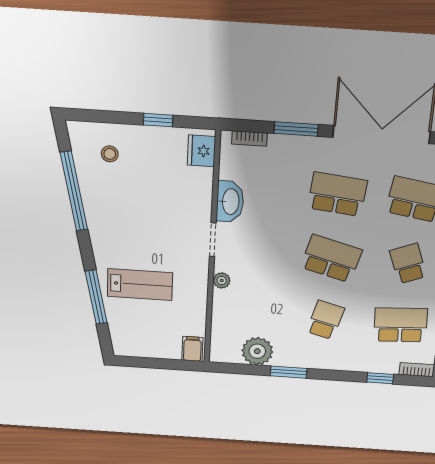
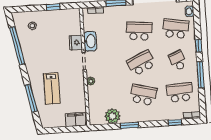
fridge: (201, 151) -> (76, 43), moved
school desk: (331, 259) -> (141, 63), turned -39
lab bench: (140, 284) -> (52, 89), turned 90
school desk: (325, 320) -> (143, 95), width x1.85
filing cabinet: (192, 349) -> (76, 120), width x2.00

